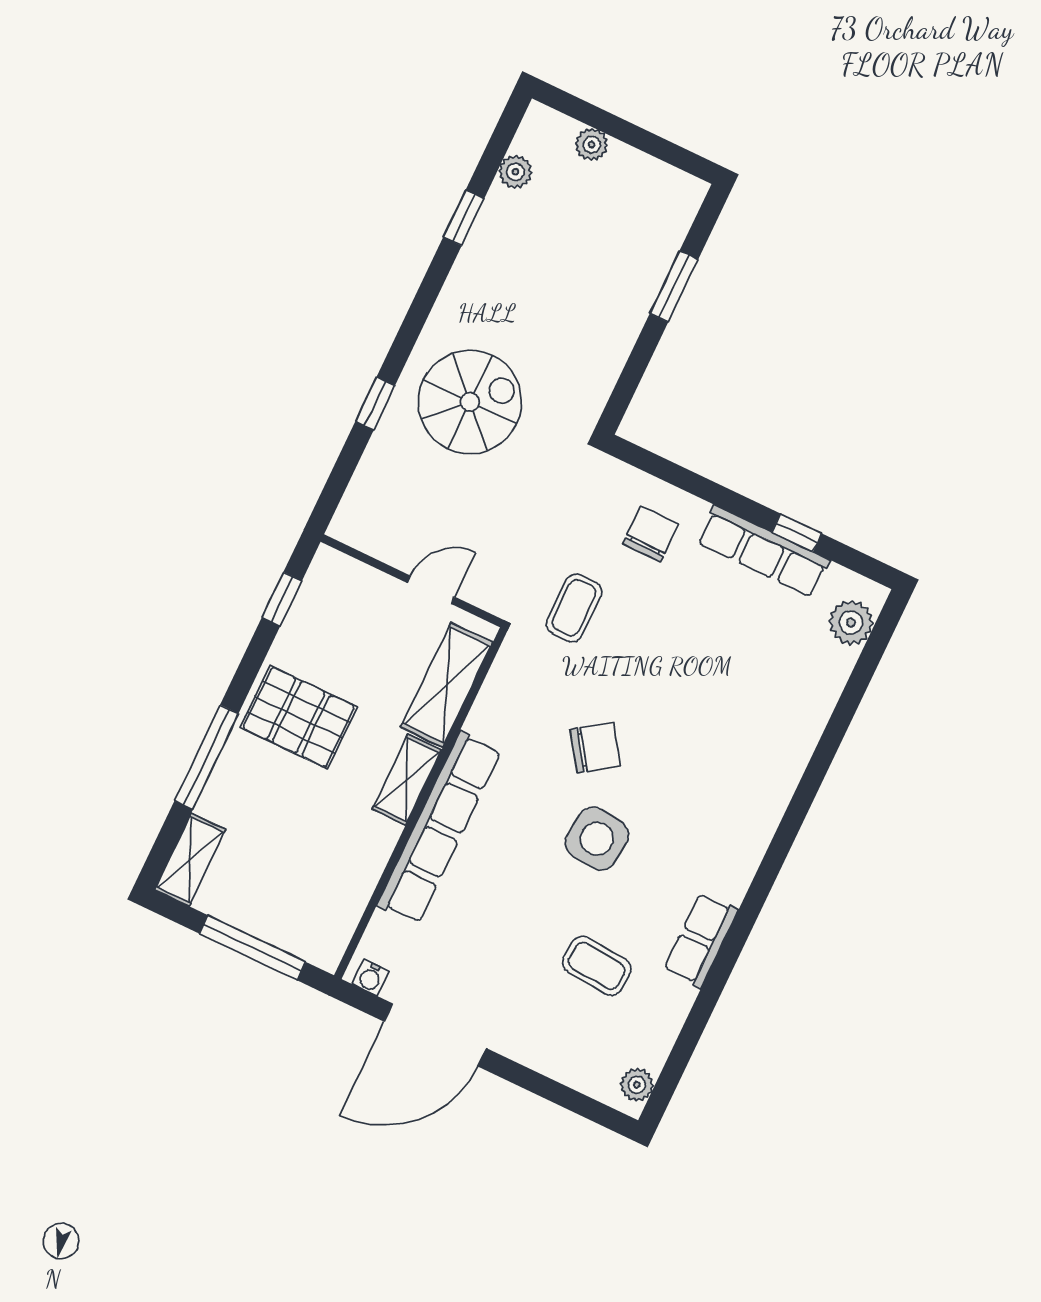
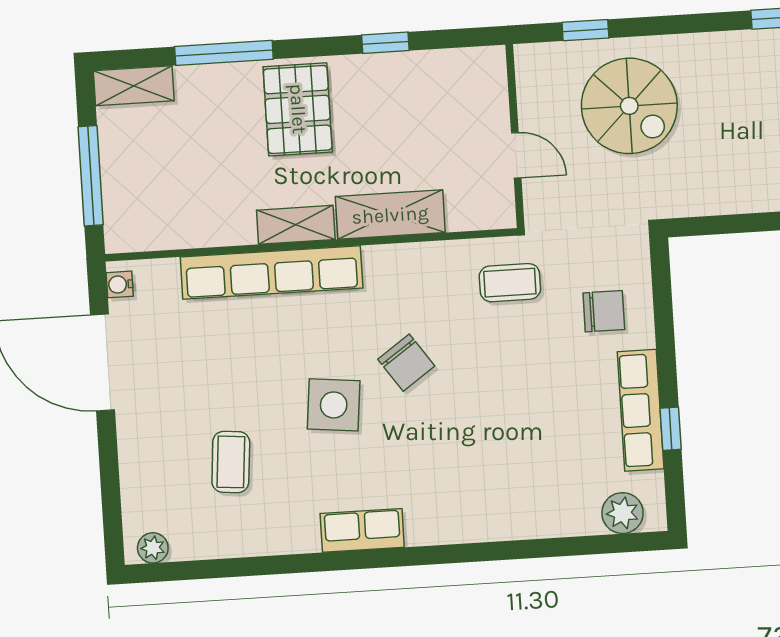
wall: (412, 581) -> (515, 136), moved
door: (431, 590) -> (516, 155), moved
row of seats: (701, 940) -> (362, 530), moved

